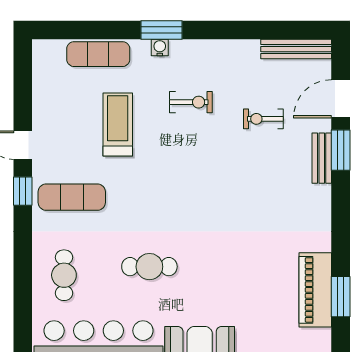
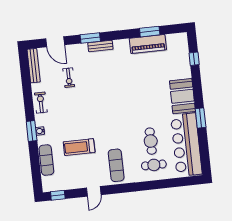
exercise bike: (191, 102) -> (41, 102), moved
window: (341, 150) -> (90, 38), moved
bench: (322, 158) -> (100, 46), moved
window: (23, 191) -> (58, 195), moved
cafe table: (149, 267) -> (151, 141), moved

